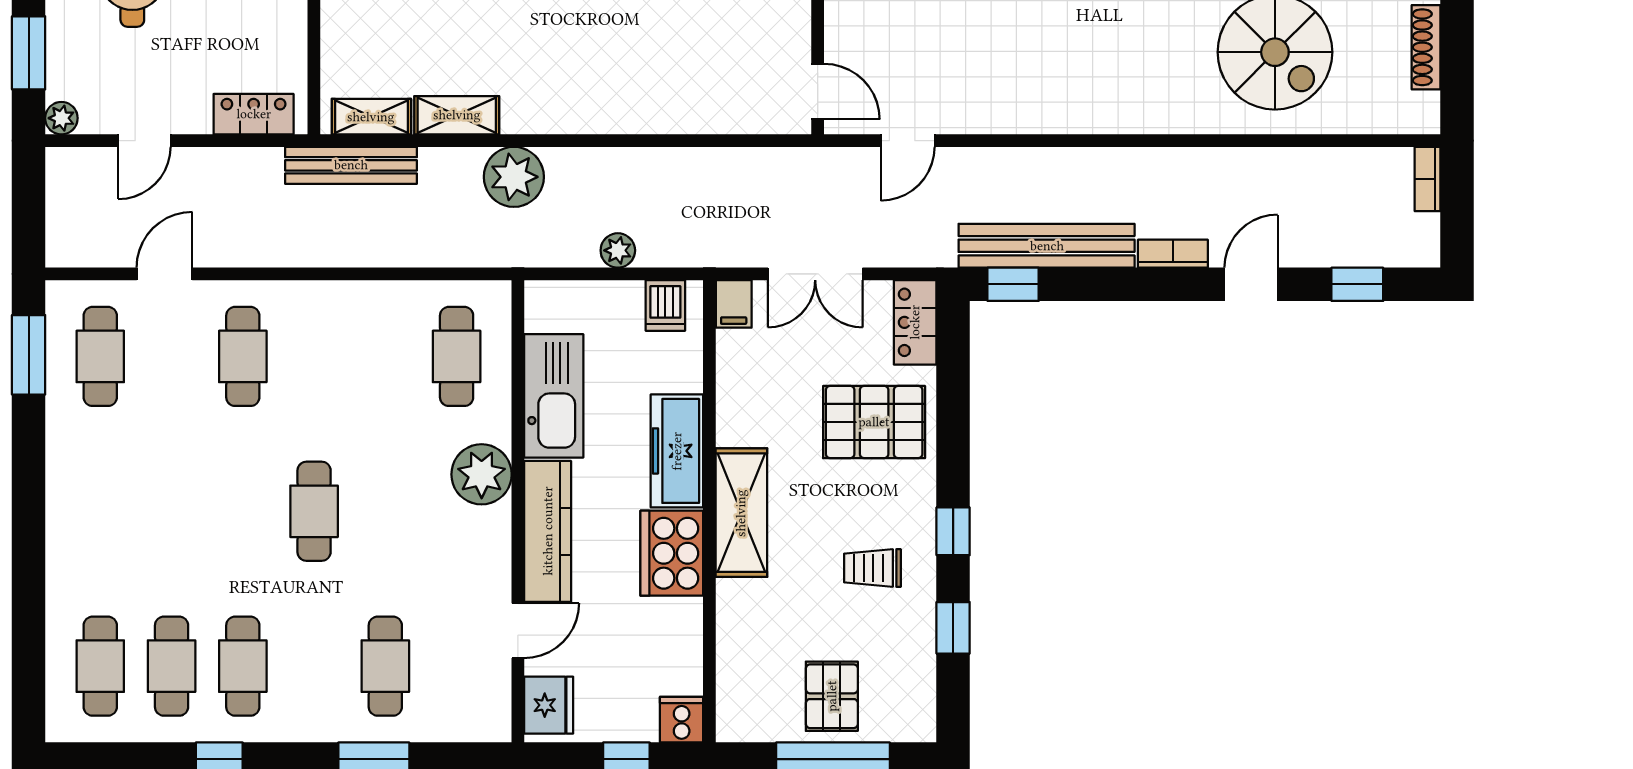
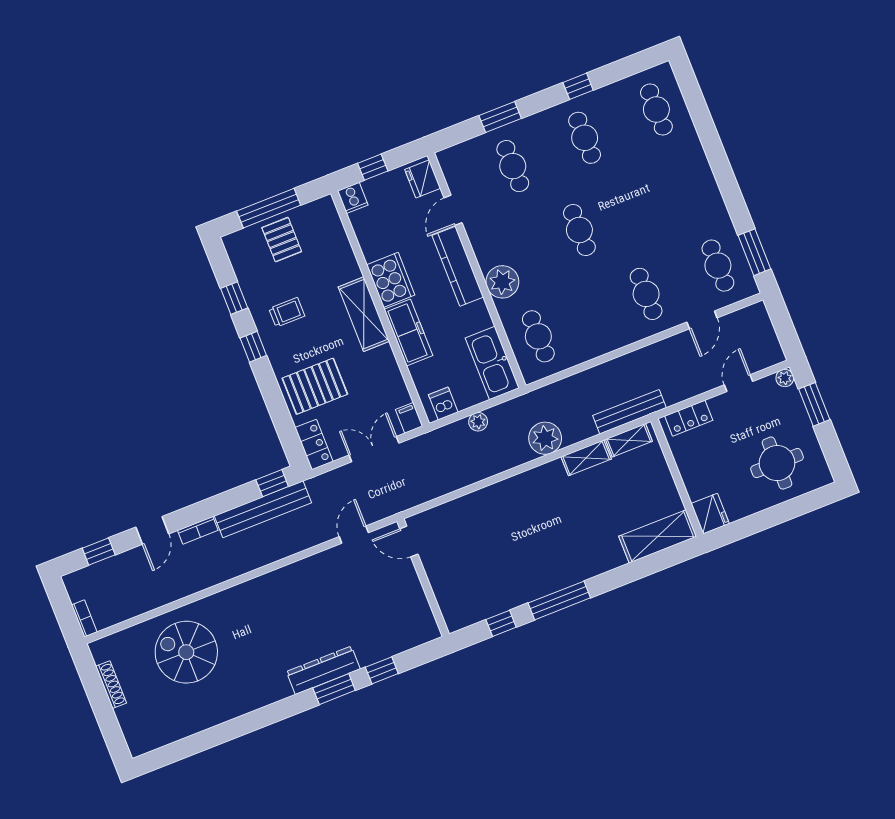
kitchen sink: (554, 396) -> (492, 363), moved
cafe table: (172, 666) -> (621, 124), removed

